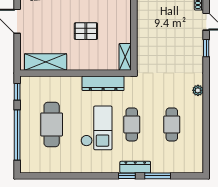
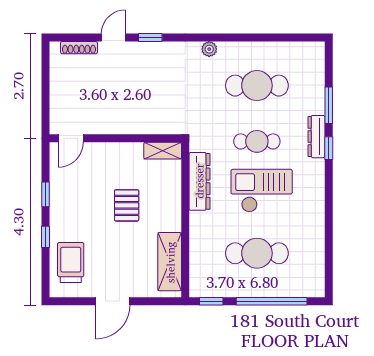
cafe table: (172, 124) -> (257, 86), width x1.37, depth x1.35

